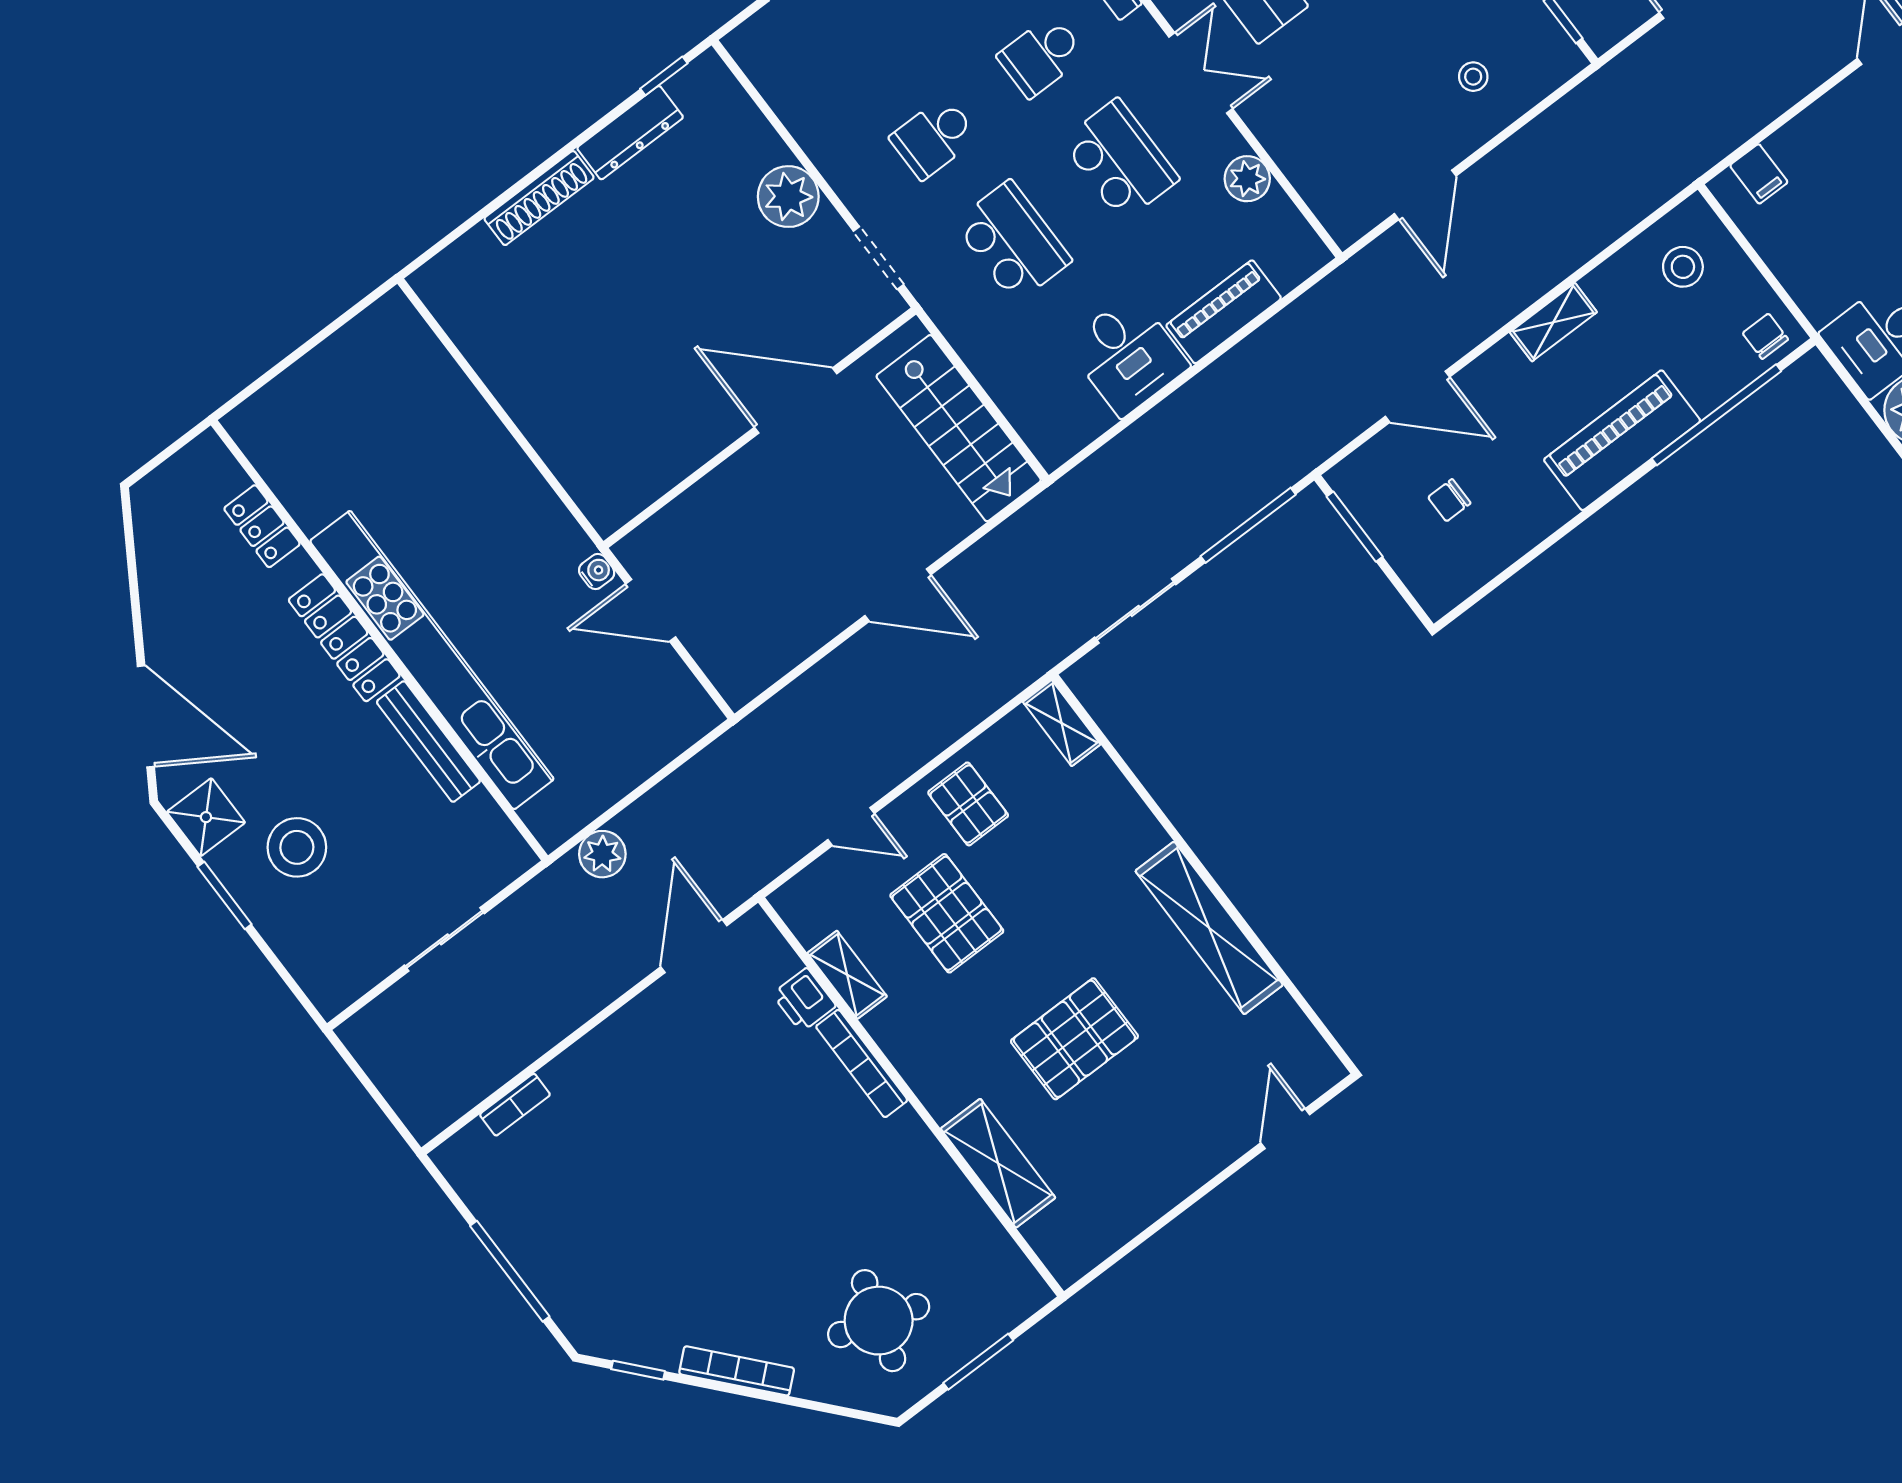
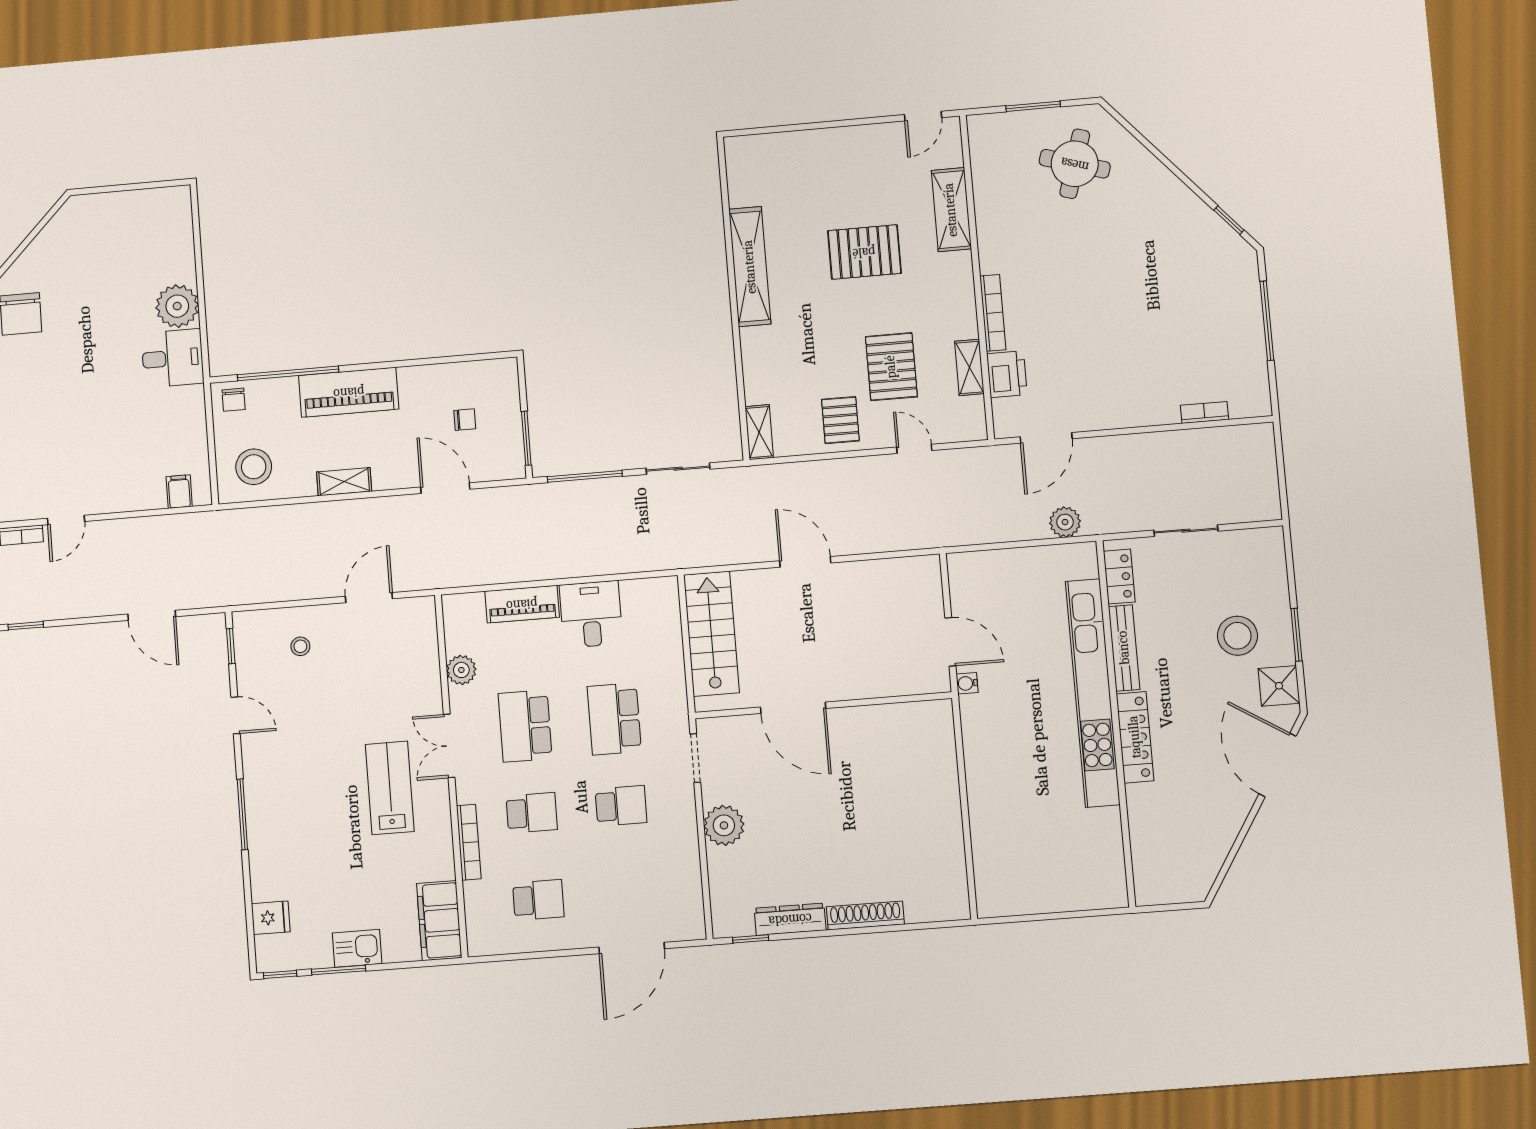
stool: (1683, 267) -> (254, 467), width x1.38, depth x1.38
locker: (262, 526) -> (1119, 577), moved
printer: (804, 1000) -> (1007, 374), width x1.36, depth x1.24
door: (1285, 1129) -> (923, 116), moved
bookcase: (737, 1371) -> (1173, 185), removed

